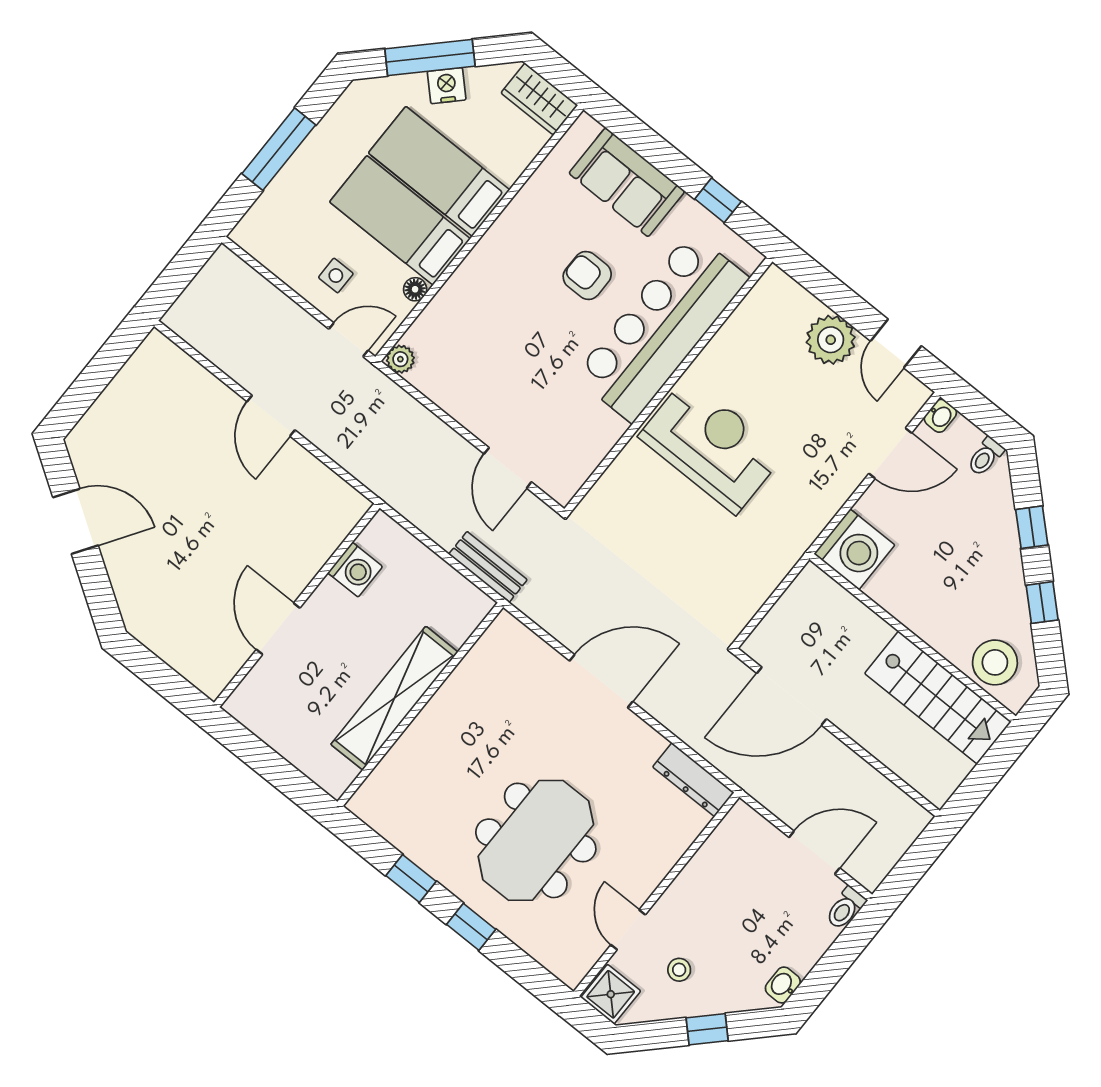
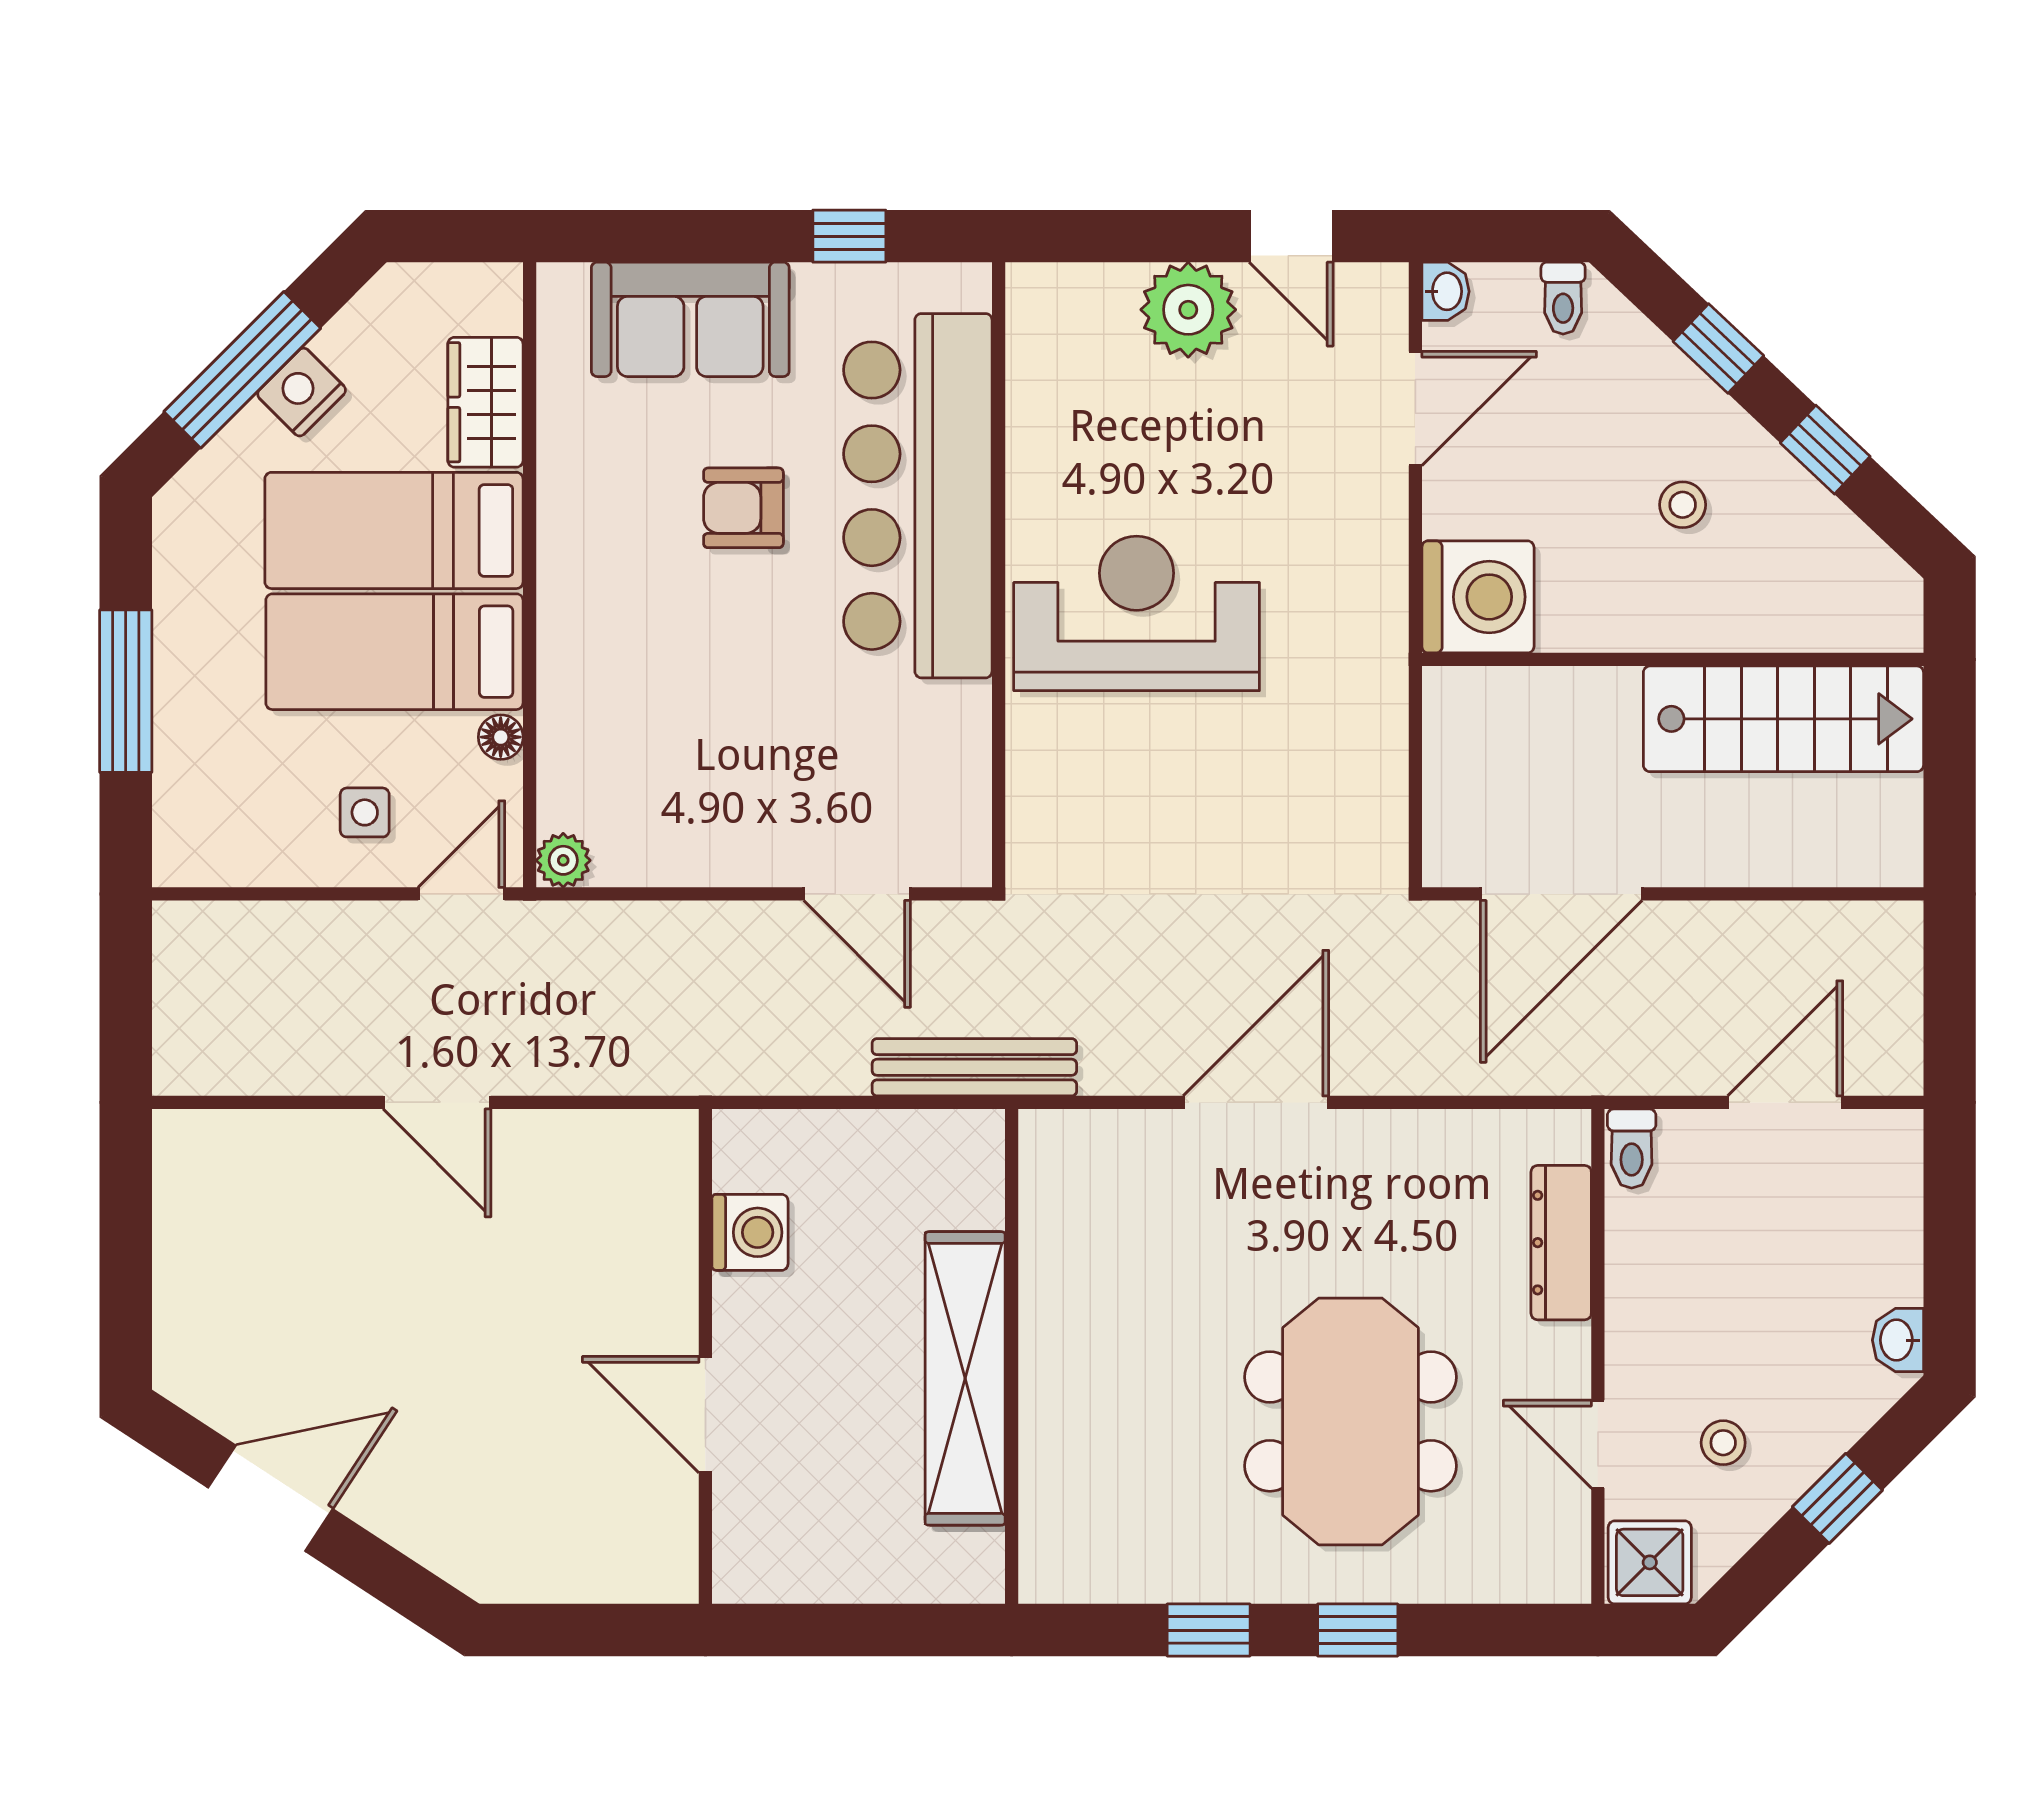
wardrobe: (539, 99) -> (485, 402), moved, turned 90
bench: (488, 567) -> (974, 1067), width x1.36
stool: (995, 662) -> (1683, 505), moved, width x0.53, depth x0.53
dresser: (693, 780) -> (1561, 1243), moved, turned 90
toilet: (845, 908) -> (1632, 1148), moved

